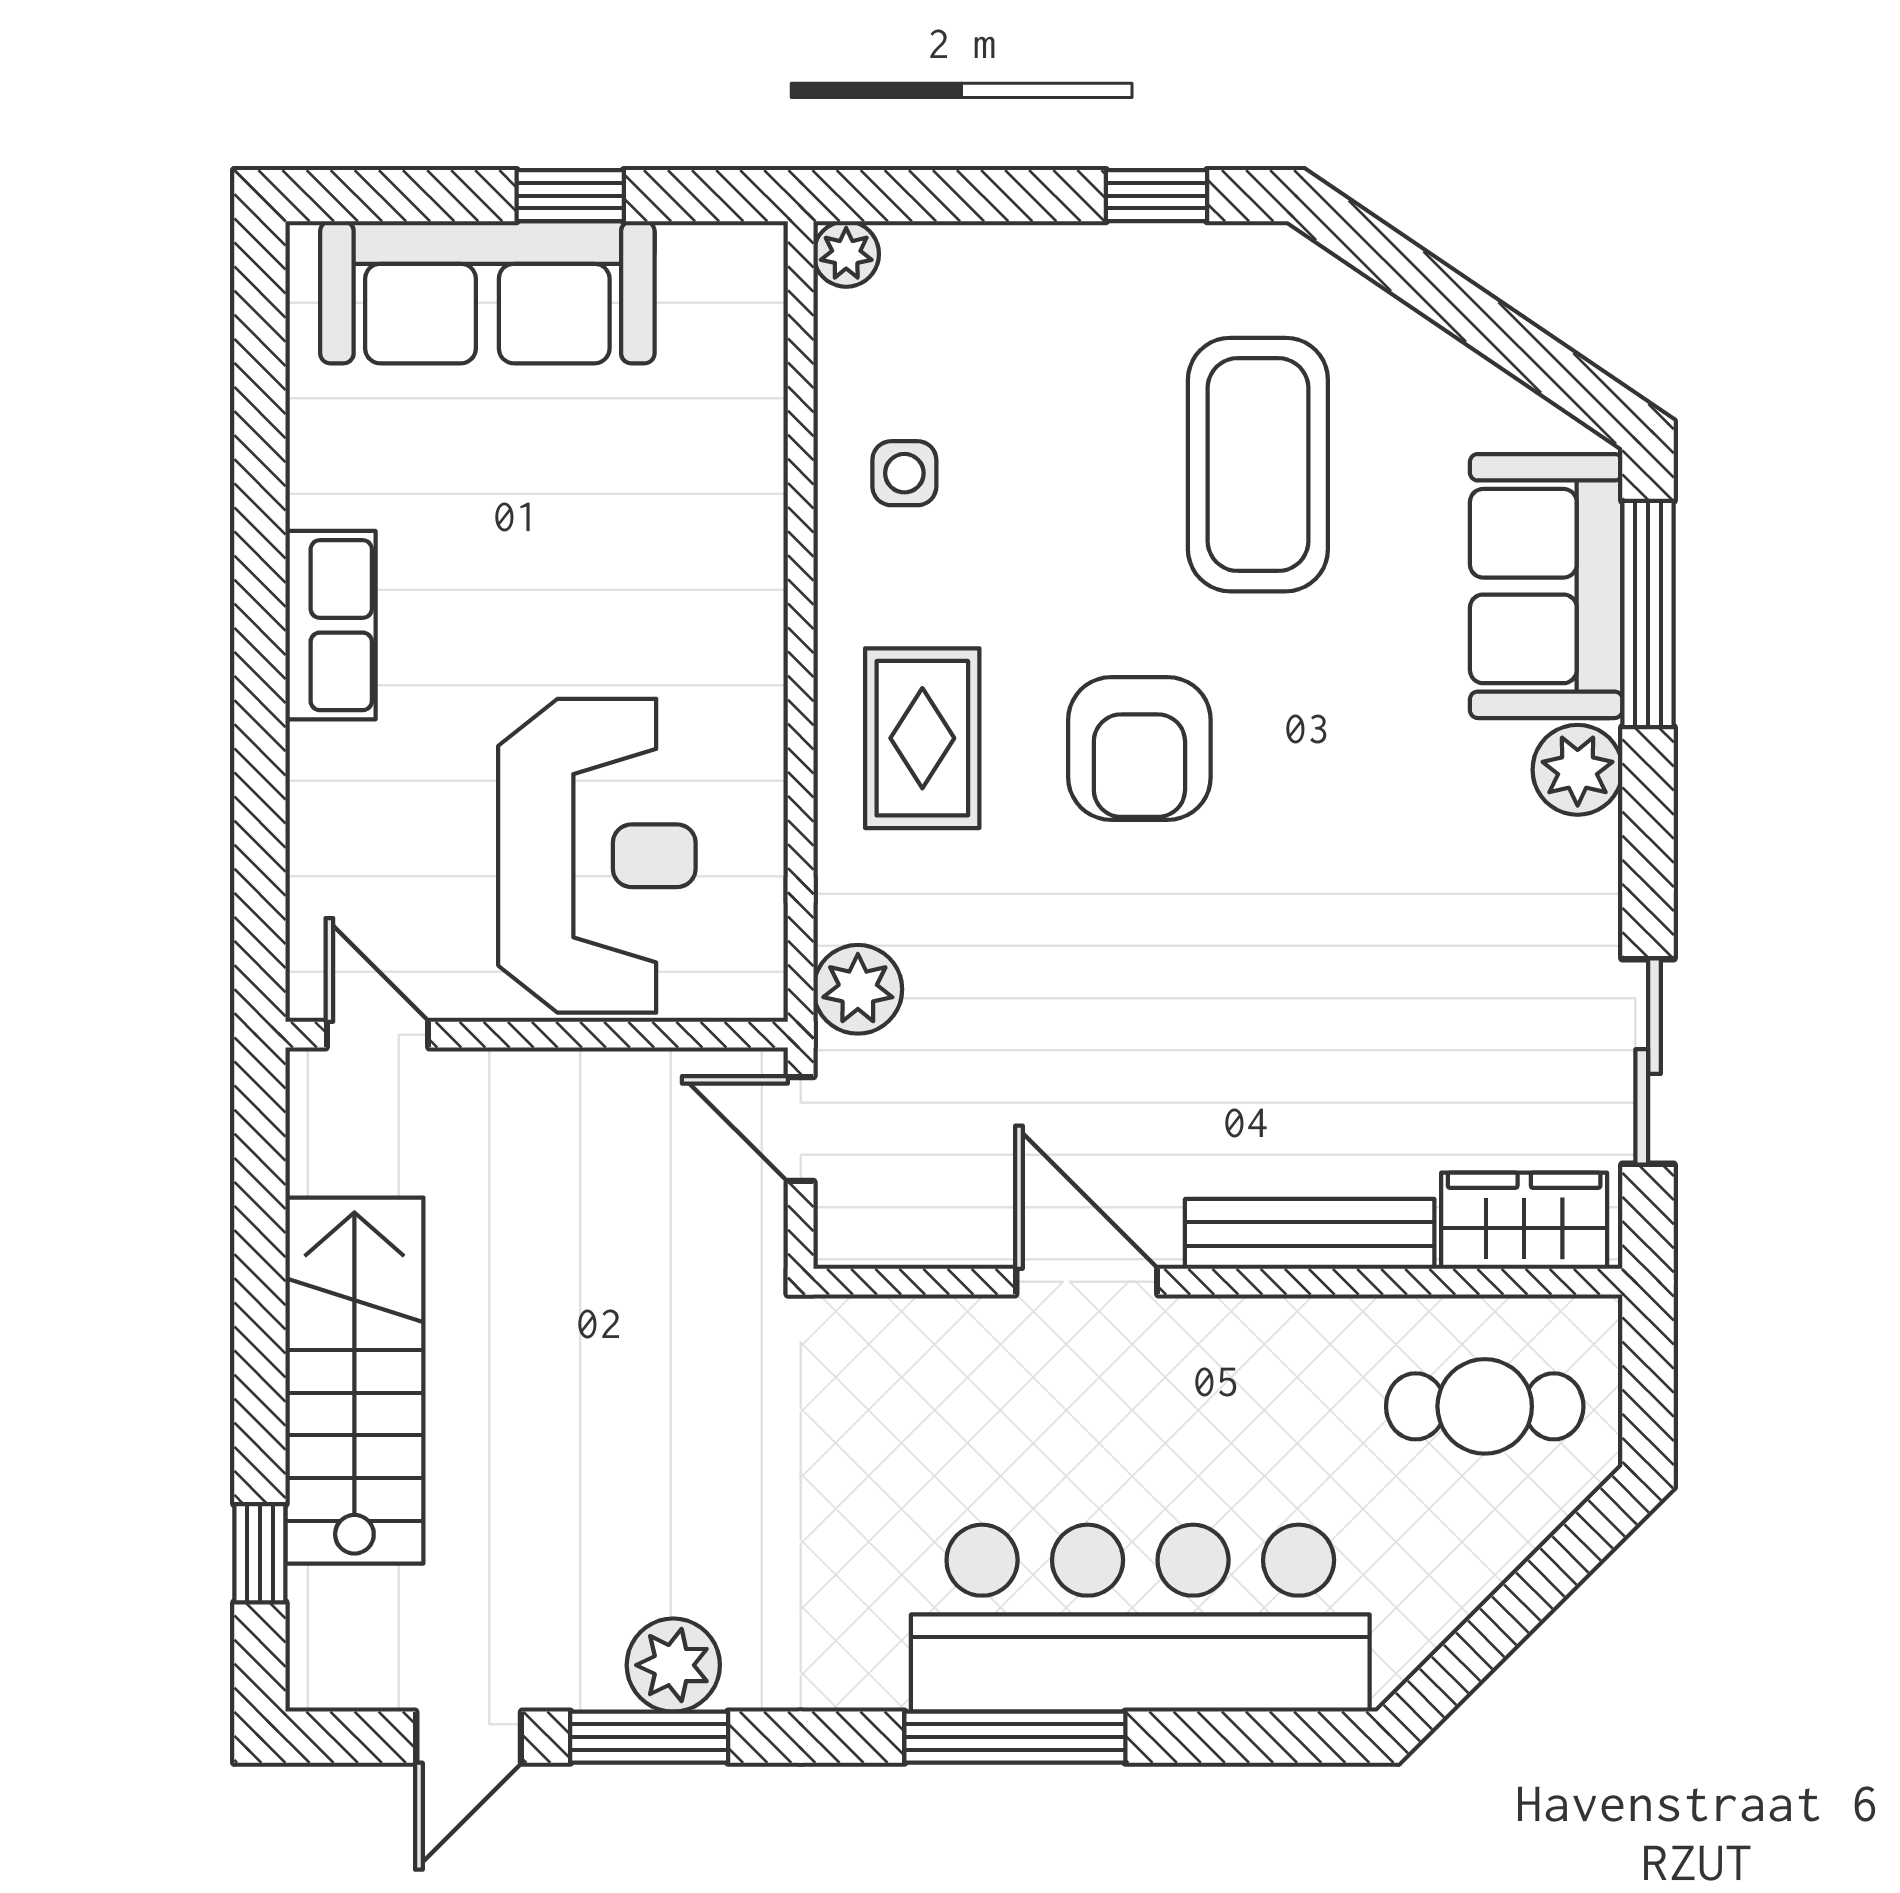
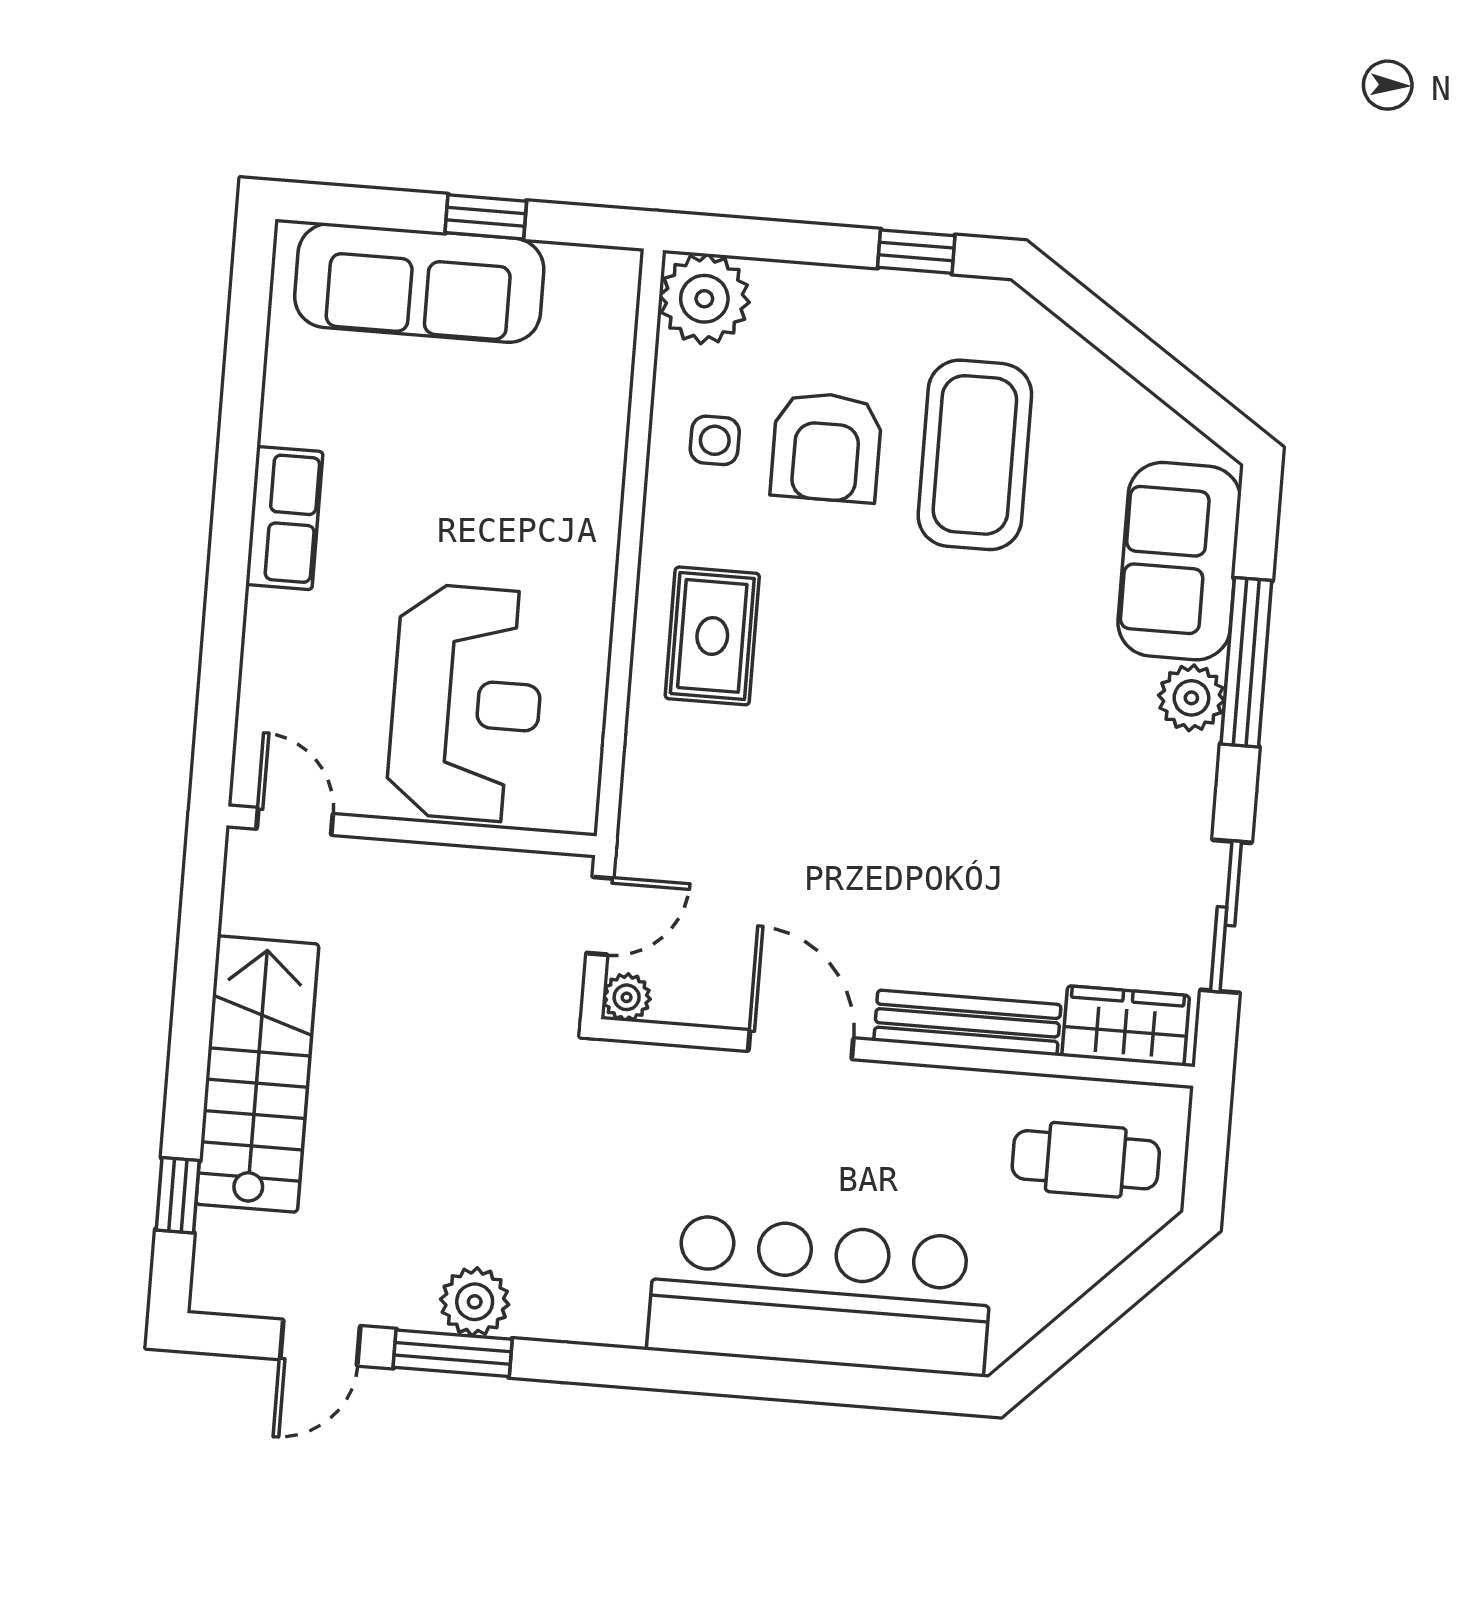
plant: (846, 254) -> (704, 299), width x1.88, depth x1.88
window: (1648, 614) -> (1246, 662), moved
armchair: (1139, 749) -> (826, 447), moved
plant: (858, 989) -> (627, 997), moved, width x0.73, depth x0.73
door: (801, 1129) -> (600, 916), swing flipped
window: (1015, 1737) -> (721, 1375), removed

